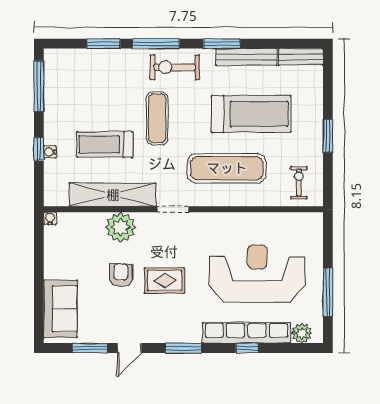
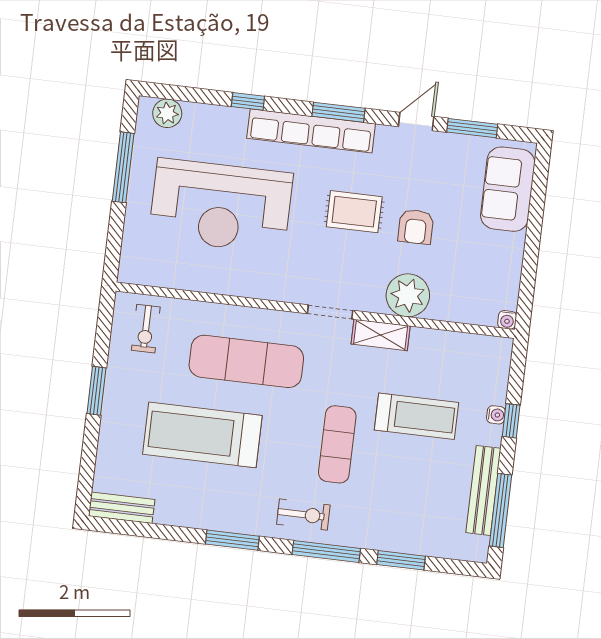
bench: (246, 57) -> (483, 490), moved, turned 90
exercise bike: (175, 67) -> (303, 515), width x0.73, depth x0.72
shelving: (113, 195) -> (381, 335), width x0.45, depth x0.75
row of seats: (246, 333) -> (311, 131), moved

